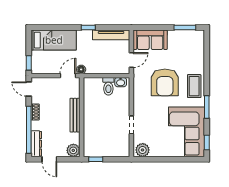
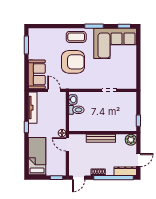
plant: (143, 150) -> (131, 81), removed

